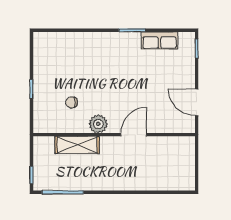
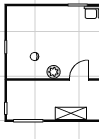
shelving: (77, 145) -> (71, 113), moved

